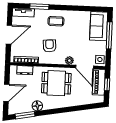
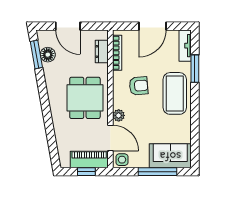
coffee table: (56, 21) -> (175, 93), width x1.86, depth x1.72
door: (9, 35) -> (152, 26), hinge flipped
door: (85, 67) -> (110, 138), swing flipped
floor lamp: (37, 106) -> (48, 55), moved

